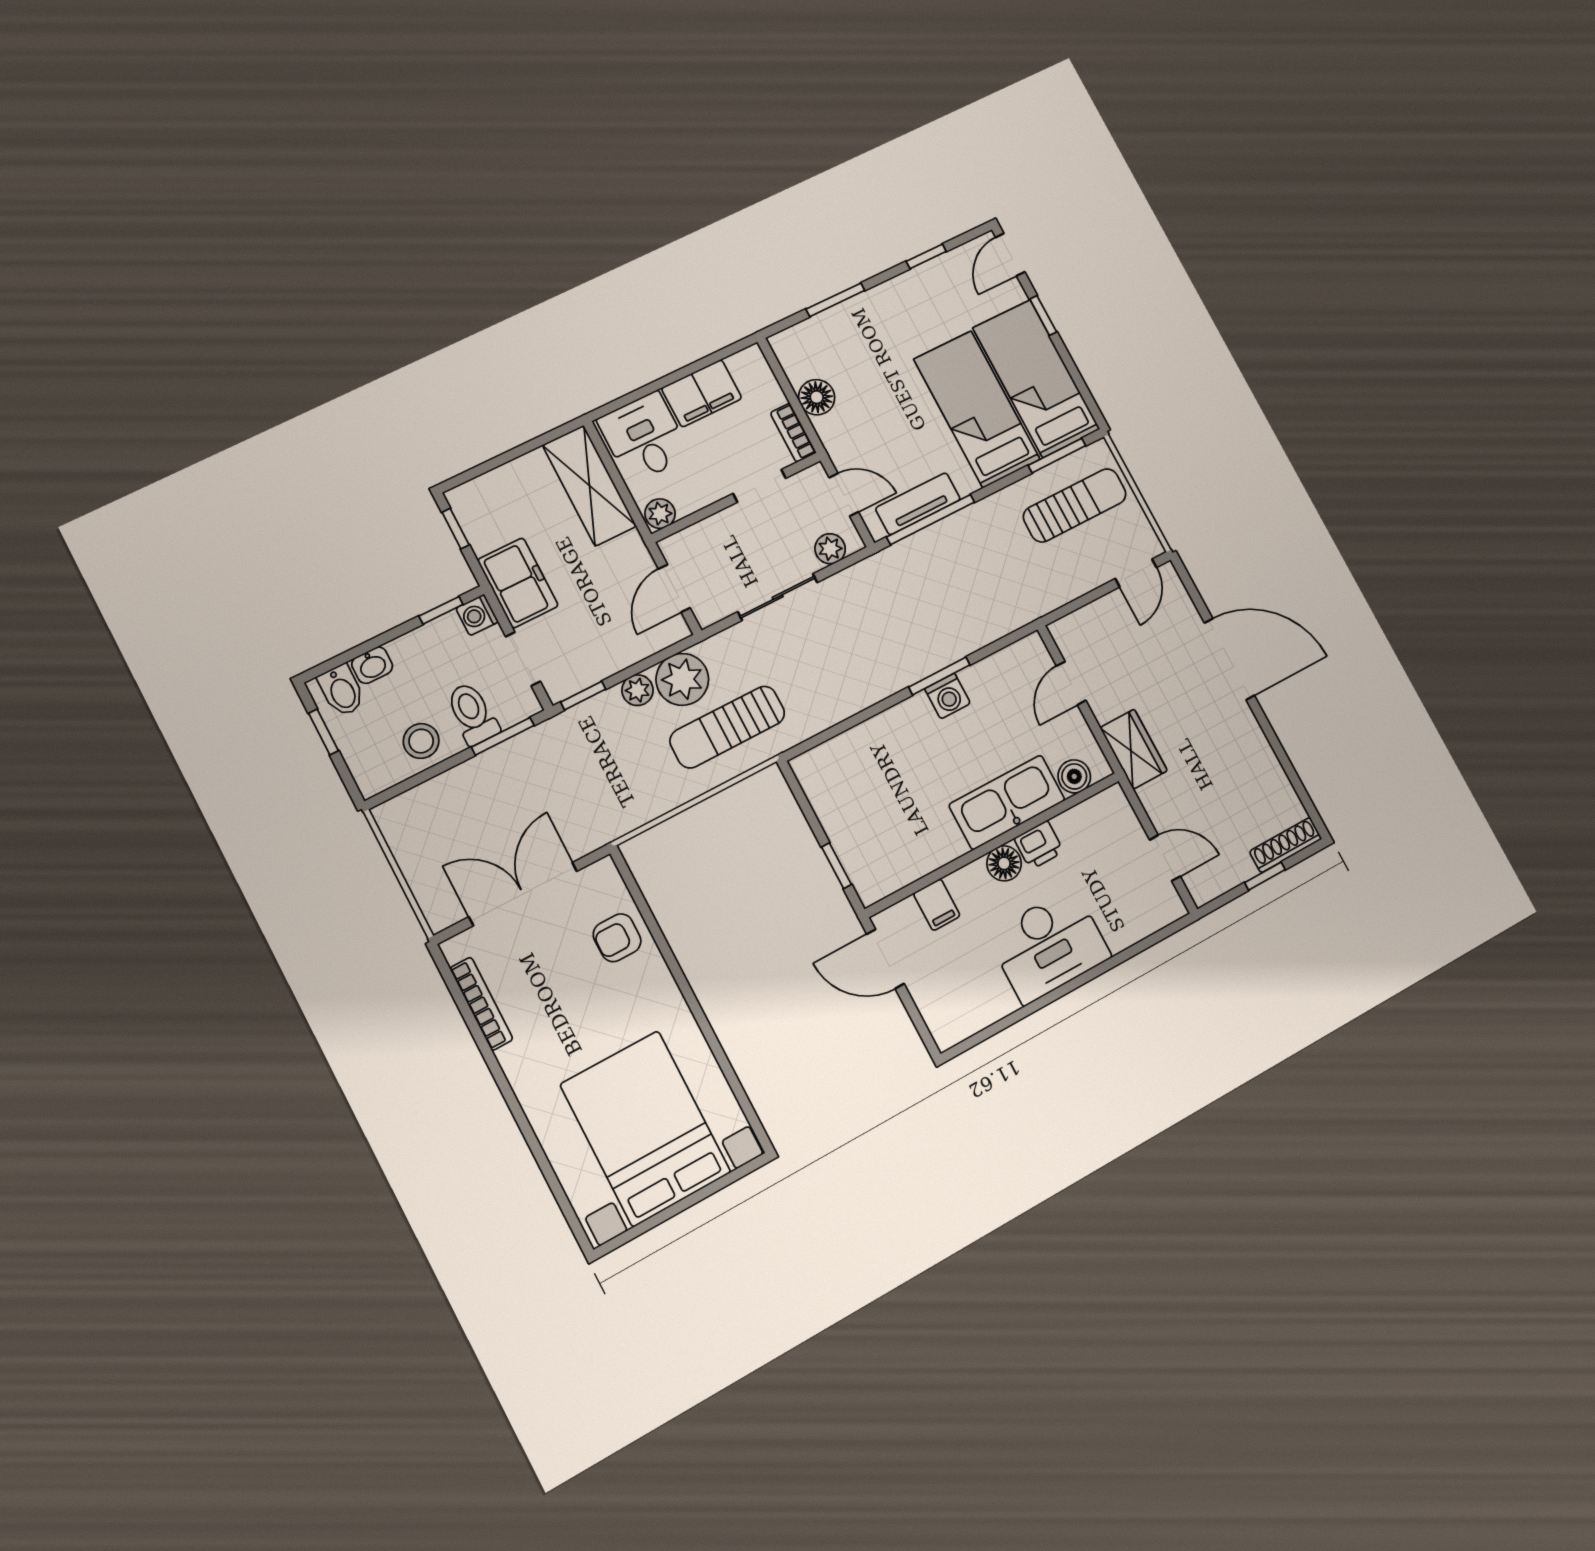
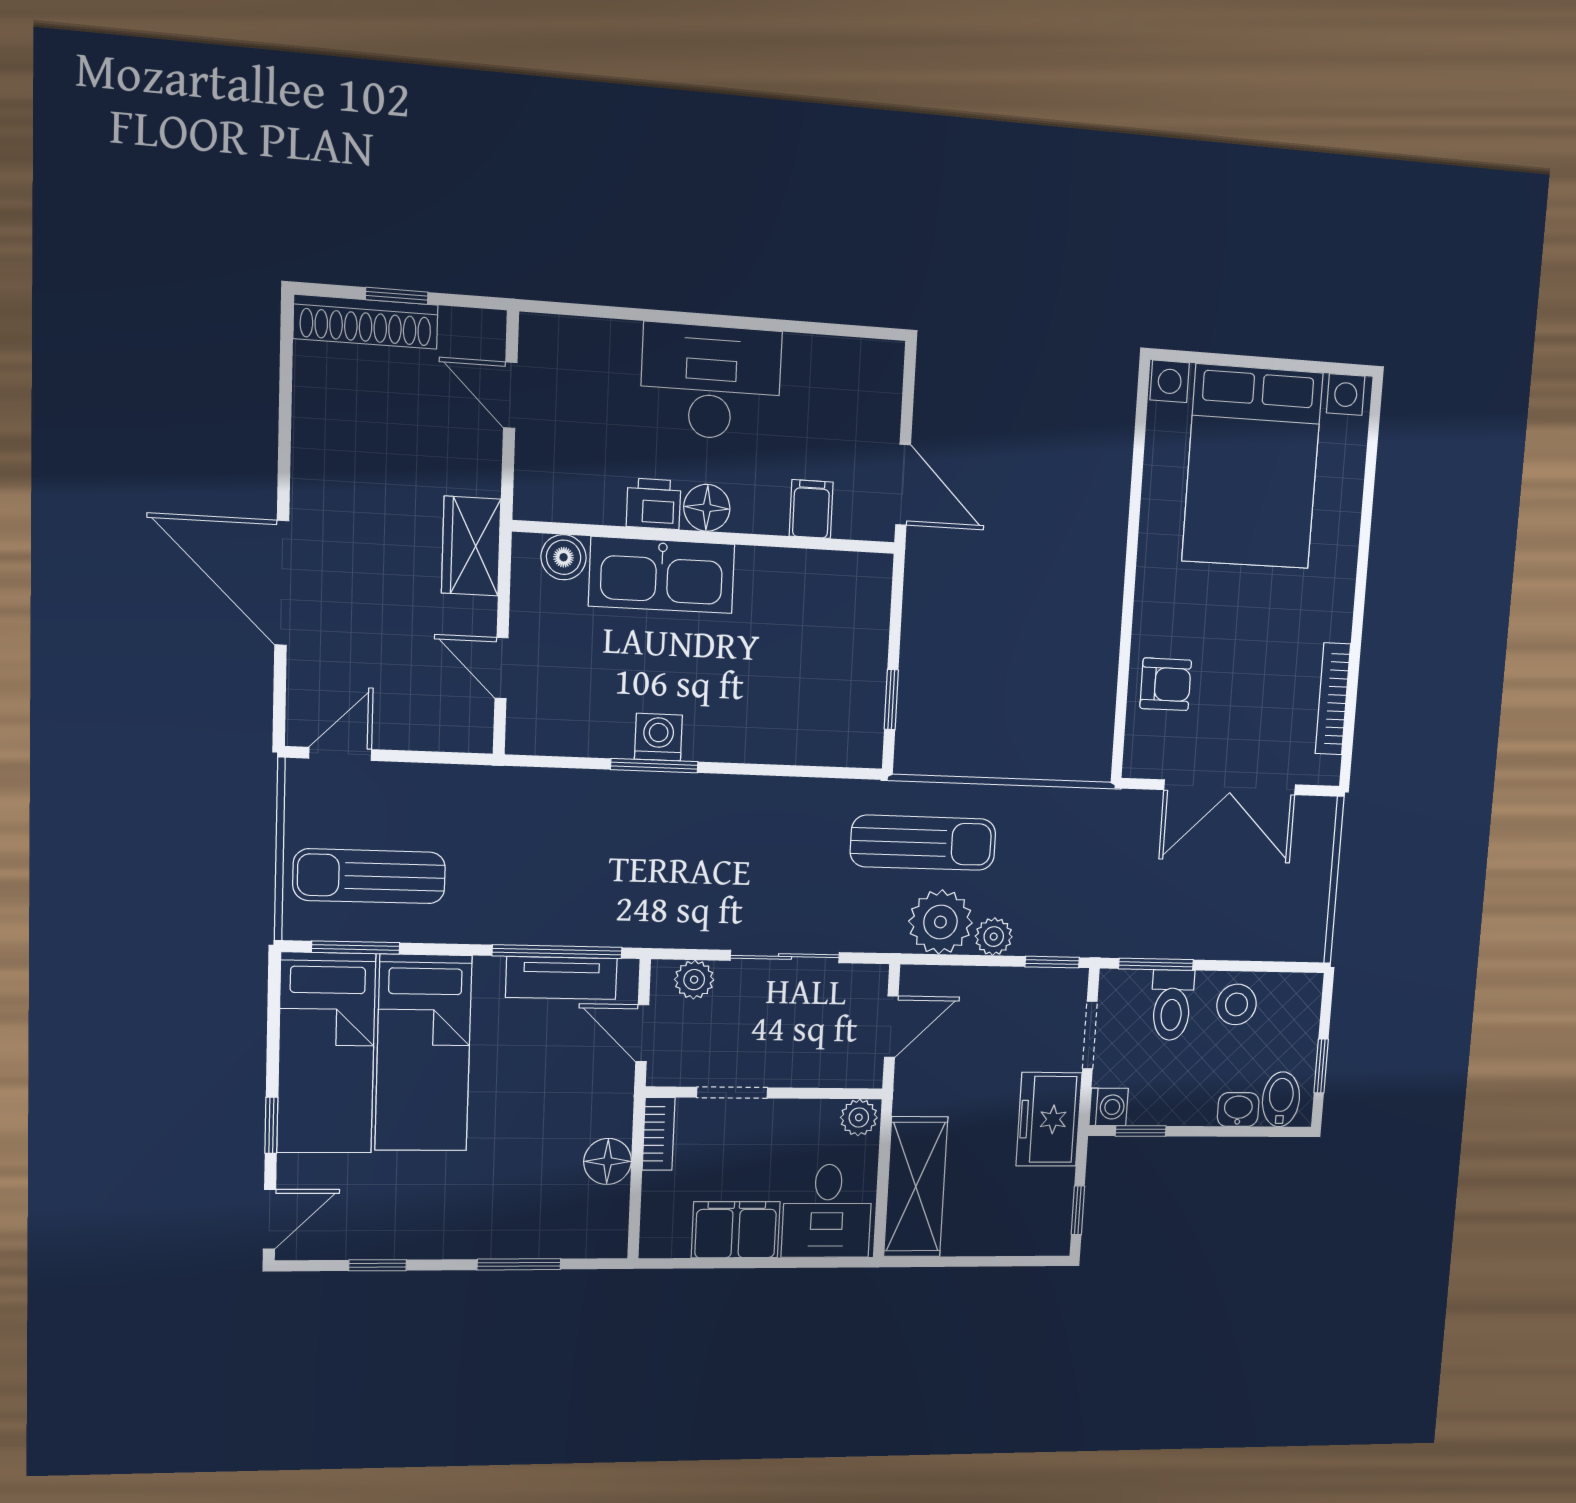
door: (1071, 683) -> (501, 668), swing flipped
shoe rack: (1286, 845) -> (366, 322), width x1.36, depth x1.24
window: (837, 866) -> (891, 700), moved

